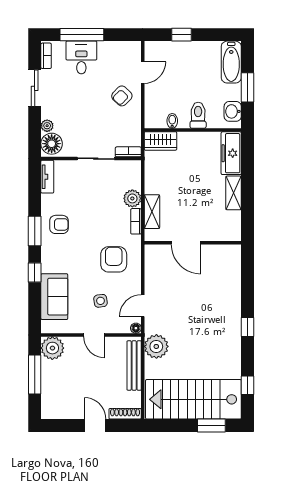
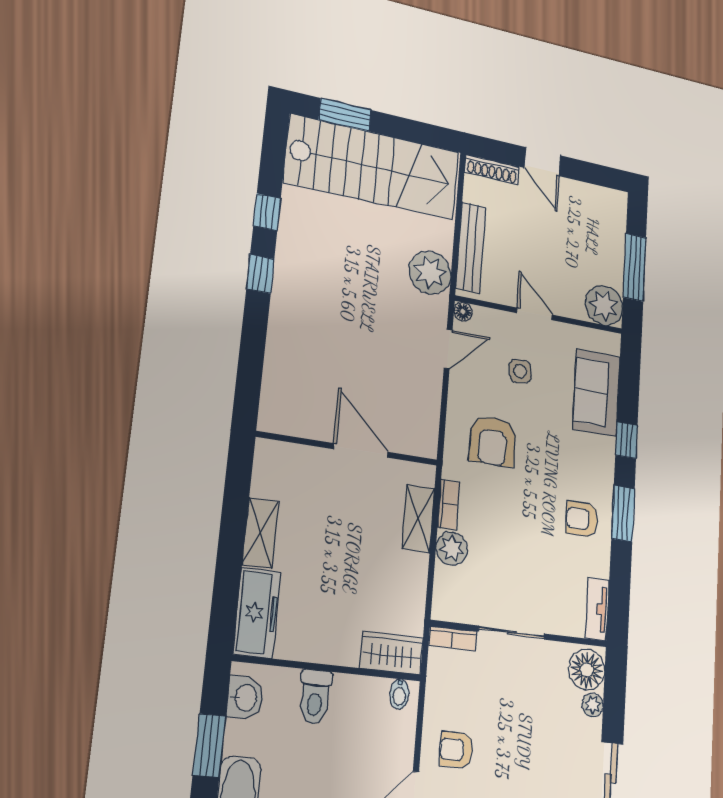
armchair: (122, 96) -> (456, 750), turned -134
bidet: (172, 121) -> (399, 694), moved
window: (248, 385) -> (267, 212), moved

